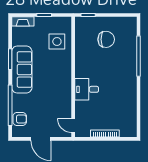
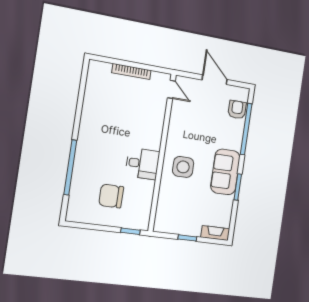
side table: (57, 41) -> (183, 167), moved
sofa: (22, 70) -> (225, 172), width x0.73
desk: (87, 89) -> (142, 164), moved
armchair: (20, 119) -> (237, 110), turned 90

